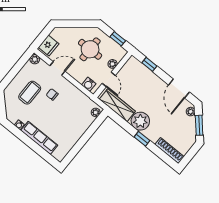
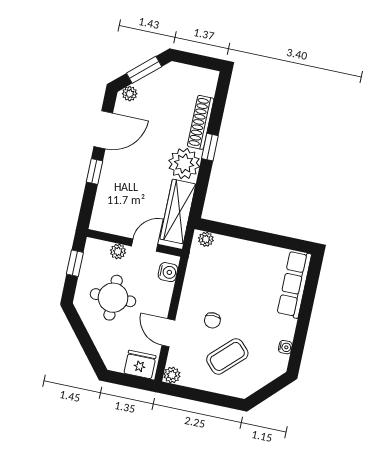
window: (149, 64) -> (94, 172), moved
coffee table: (30, 93) -> (227, 356), turned -44
row of seats: (39, 138) -> (294, 284), moved
shoe rack: (170, 151) -> (201, 122), moved

